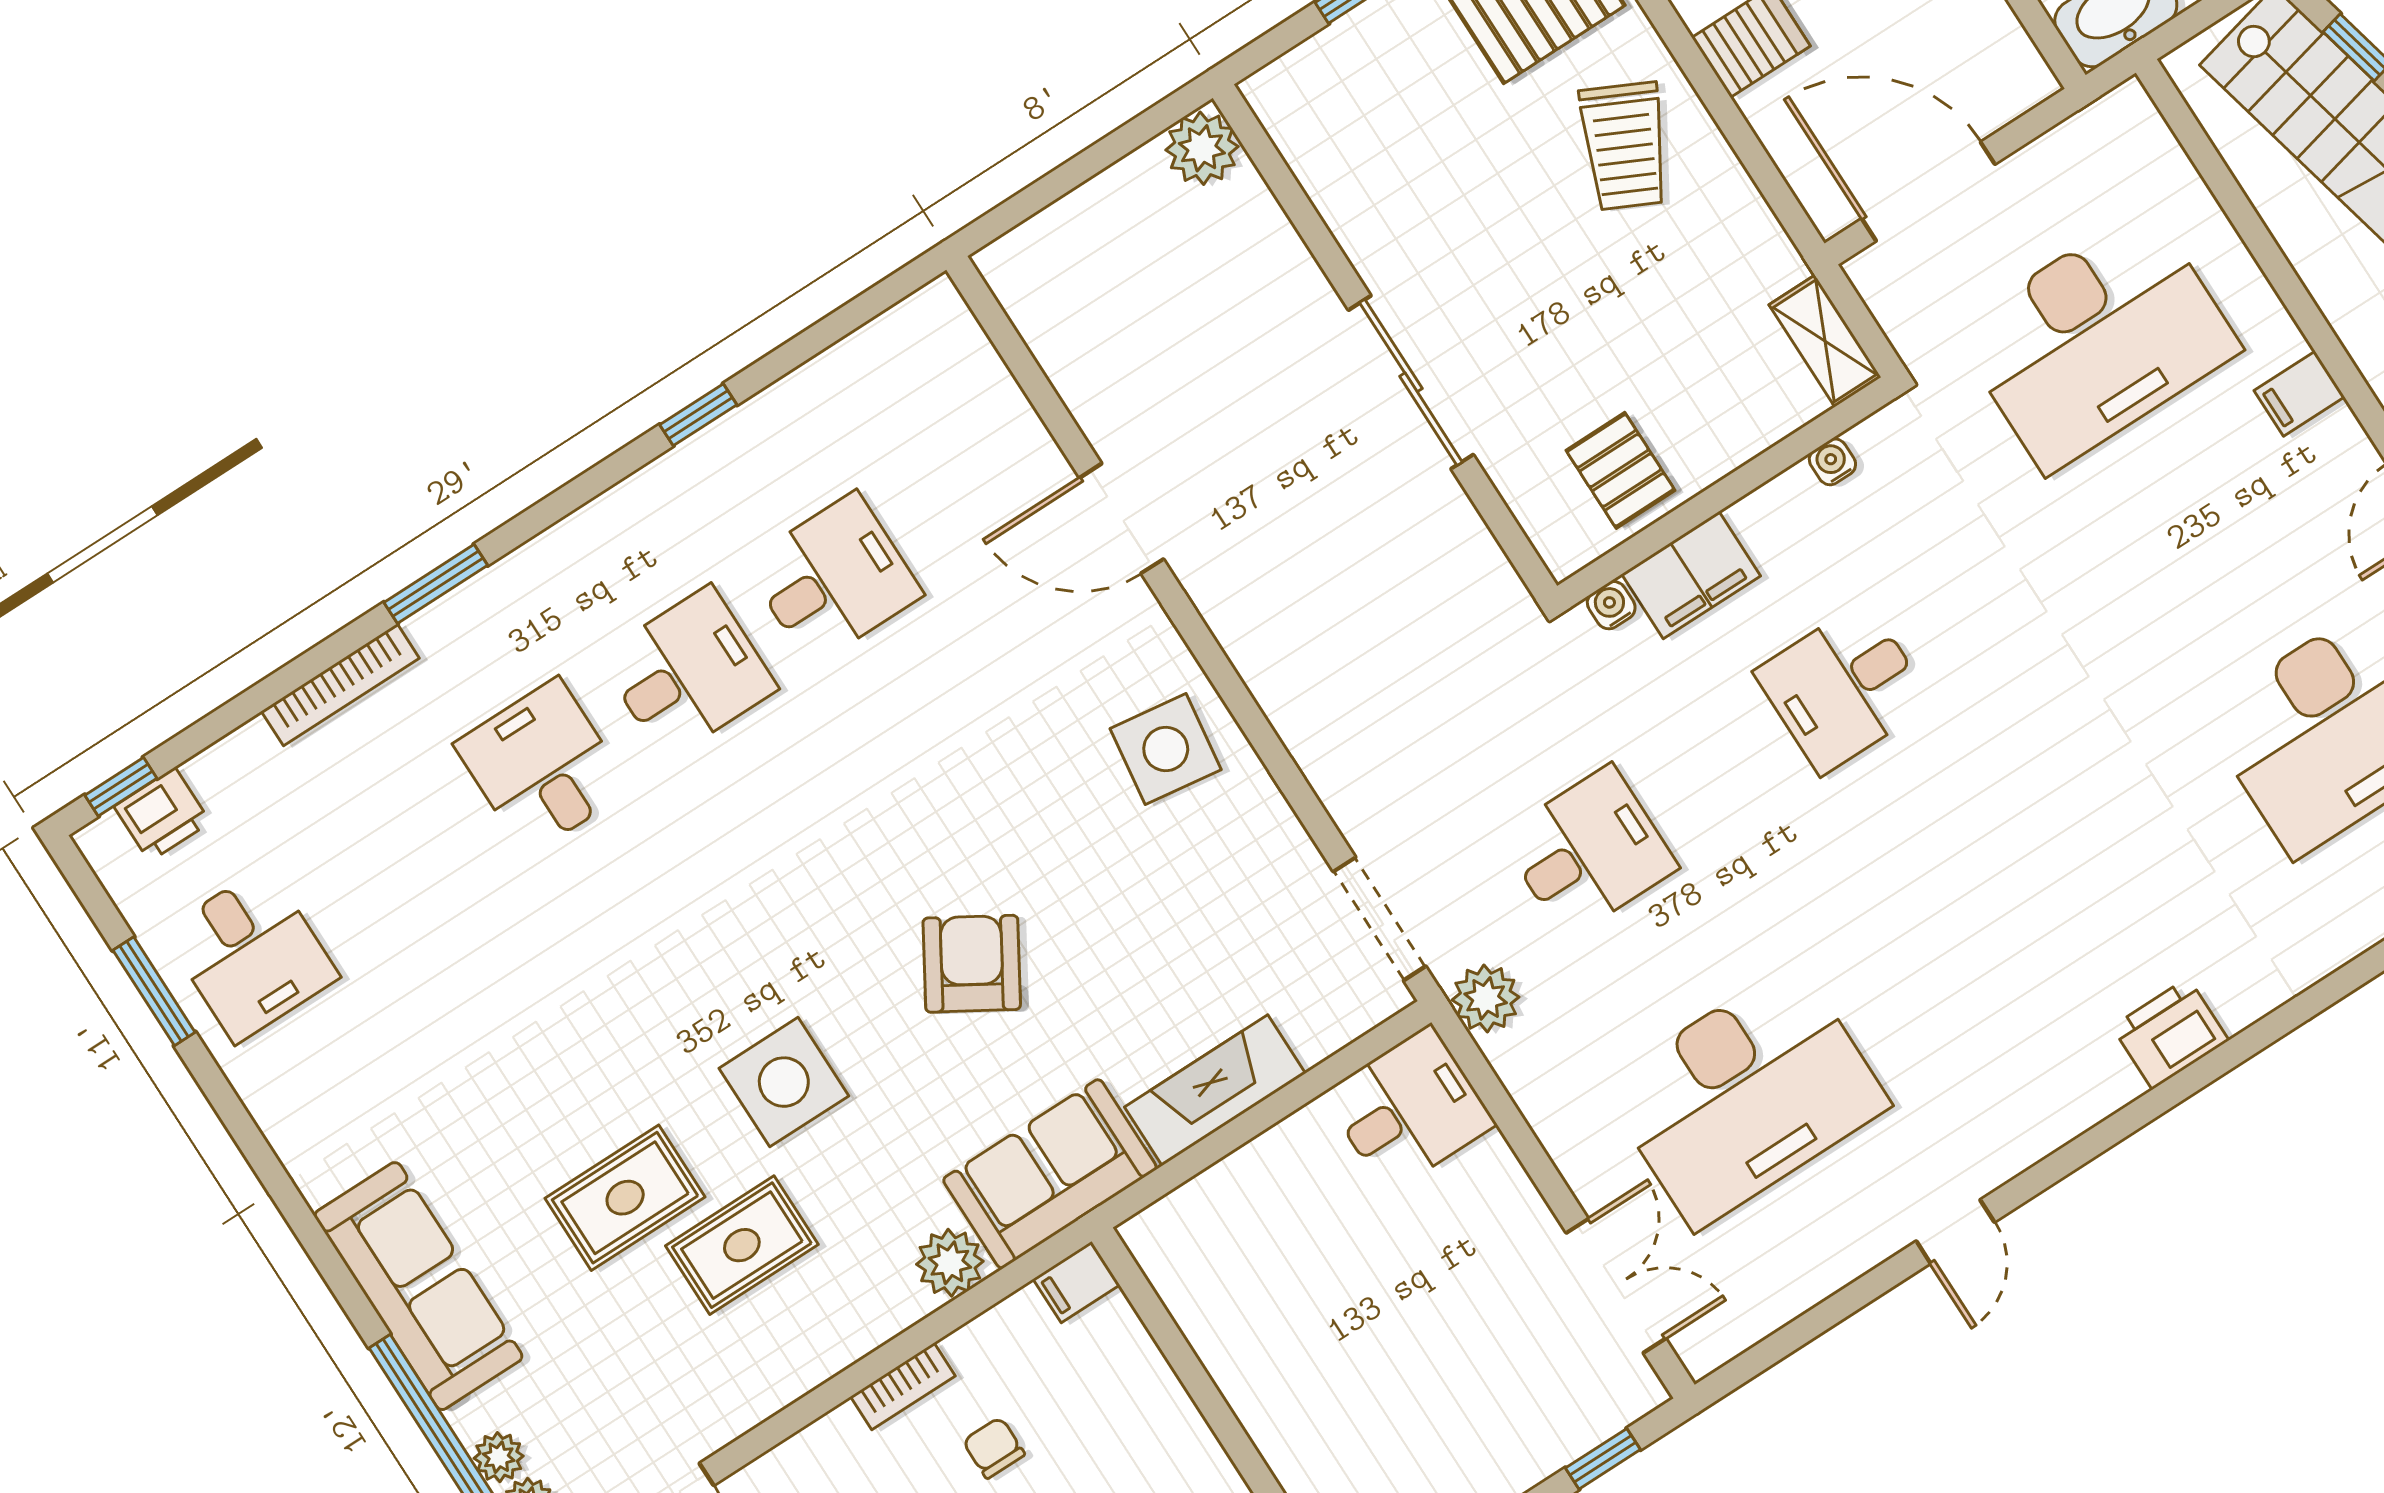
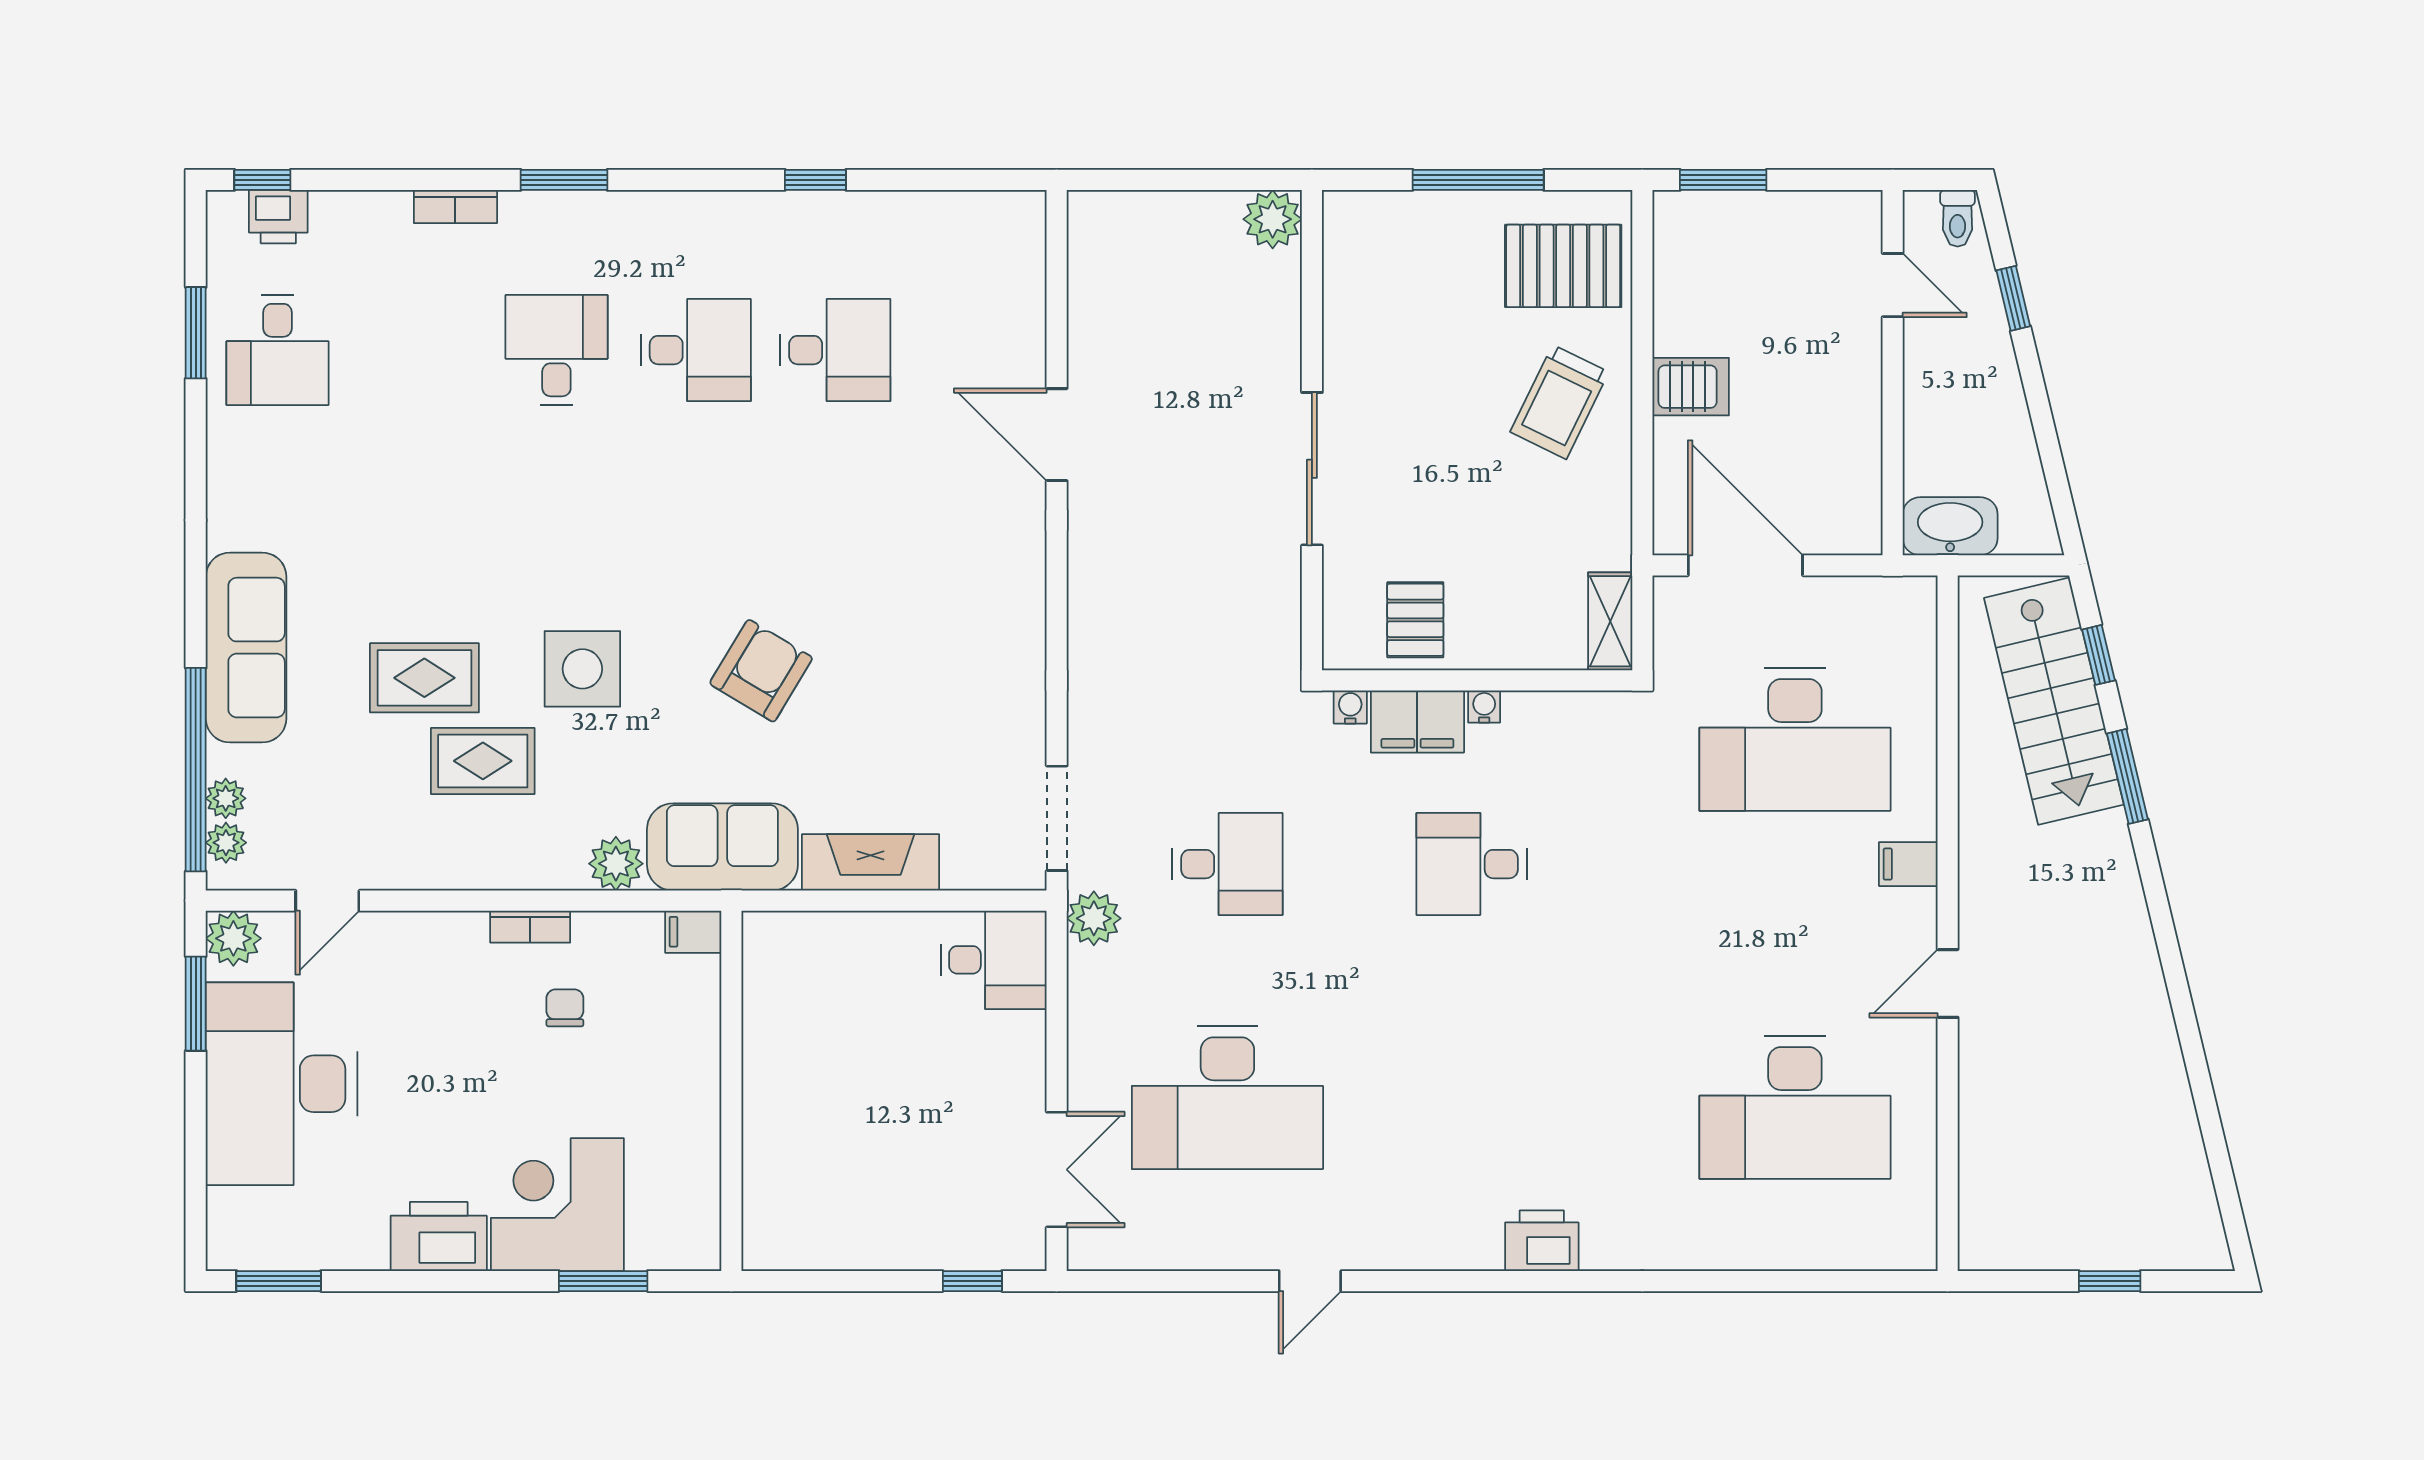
water cooler: (1832, 462) -> (1484, 706), moved
bookcase: (340, 685) -> (455, 207), width x0.64
side table: (1166, 749) -> (986, 610), removed

